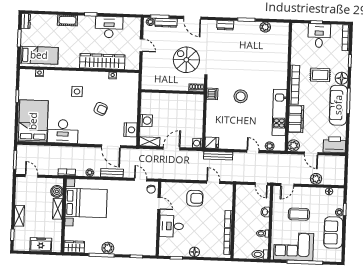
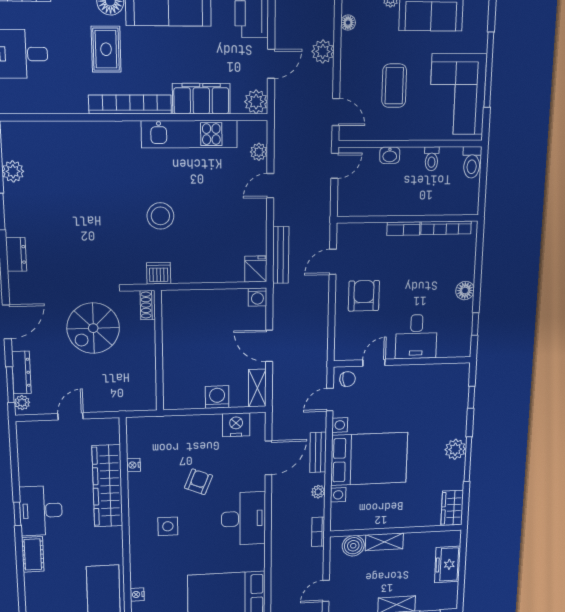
desk: (109, 27) -> (41, 511), moved
desk: (63, 131) -> (244, 519), moved
bed with nightstands: (86, 203) -> (369, 459), moved, turned 90

